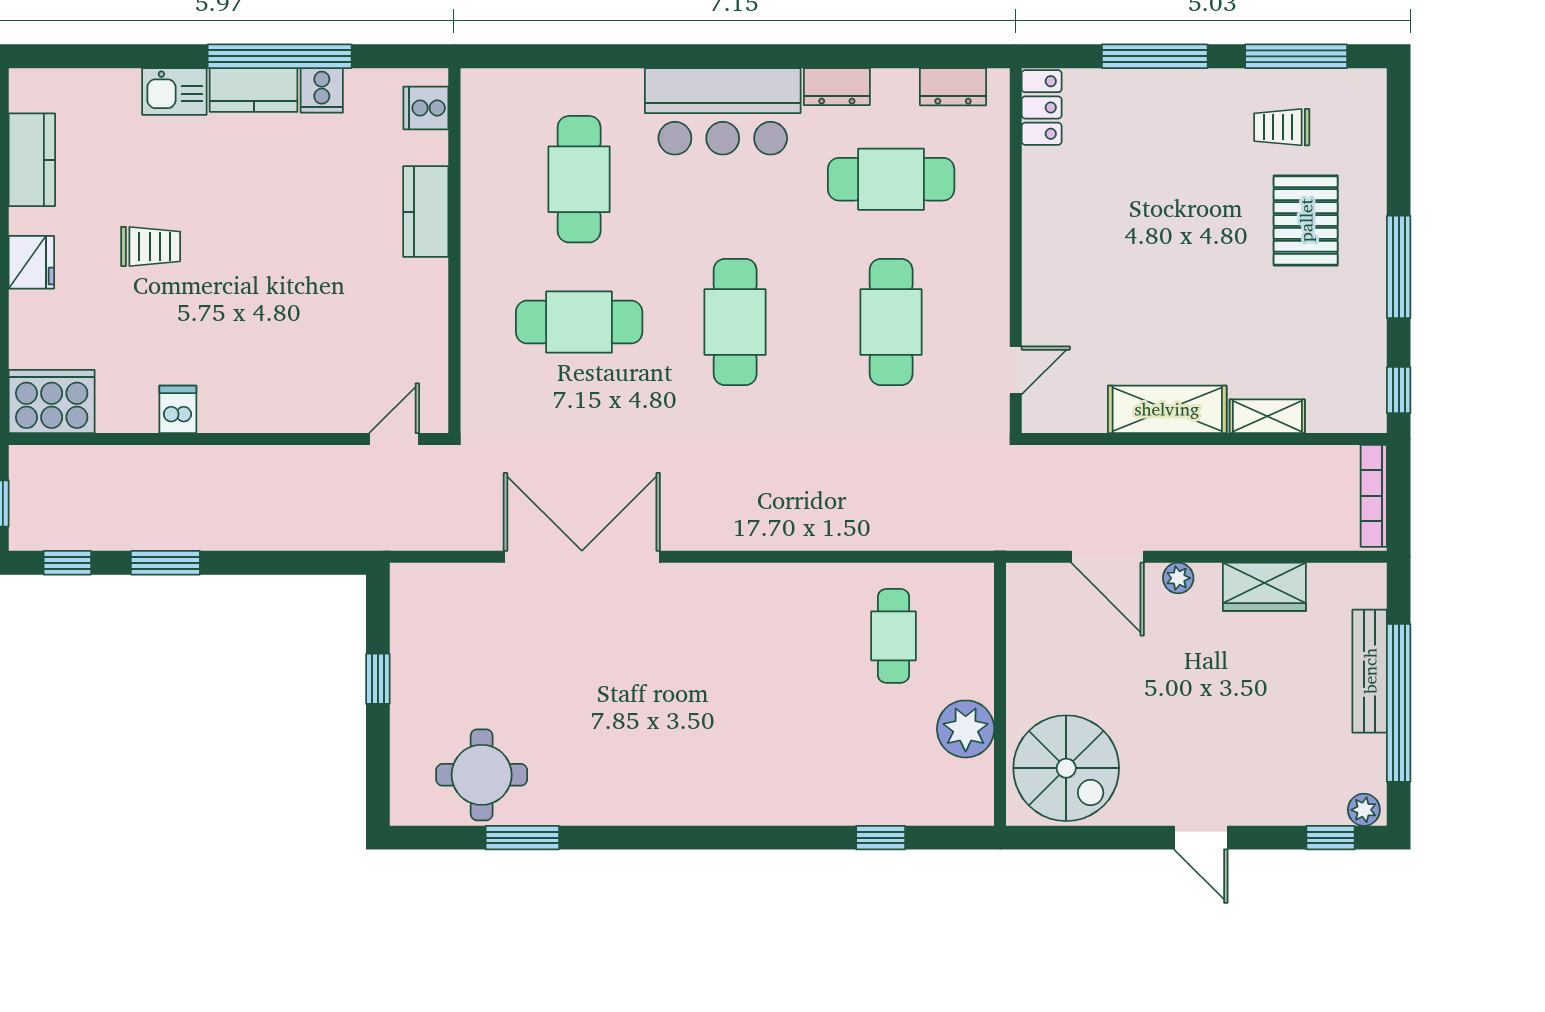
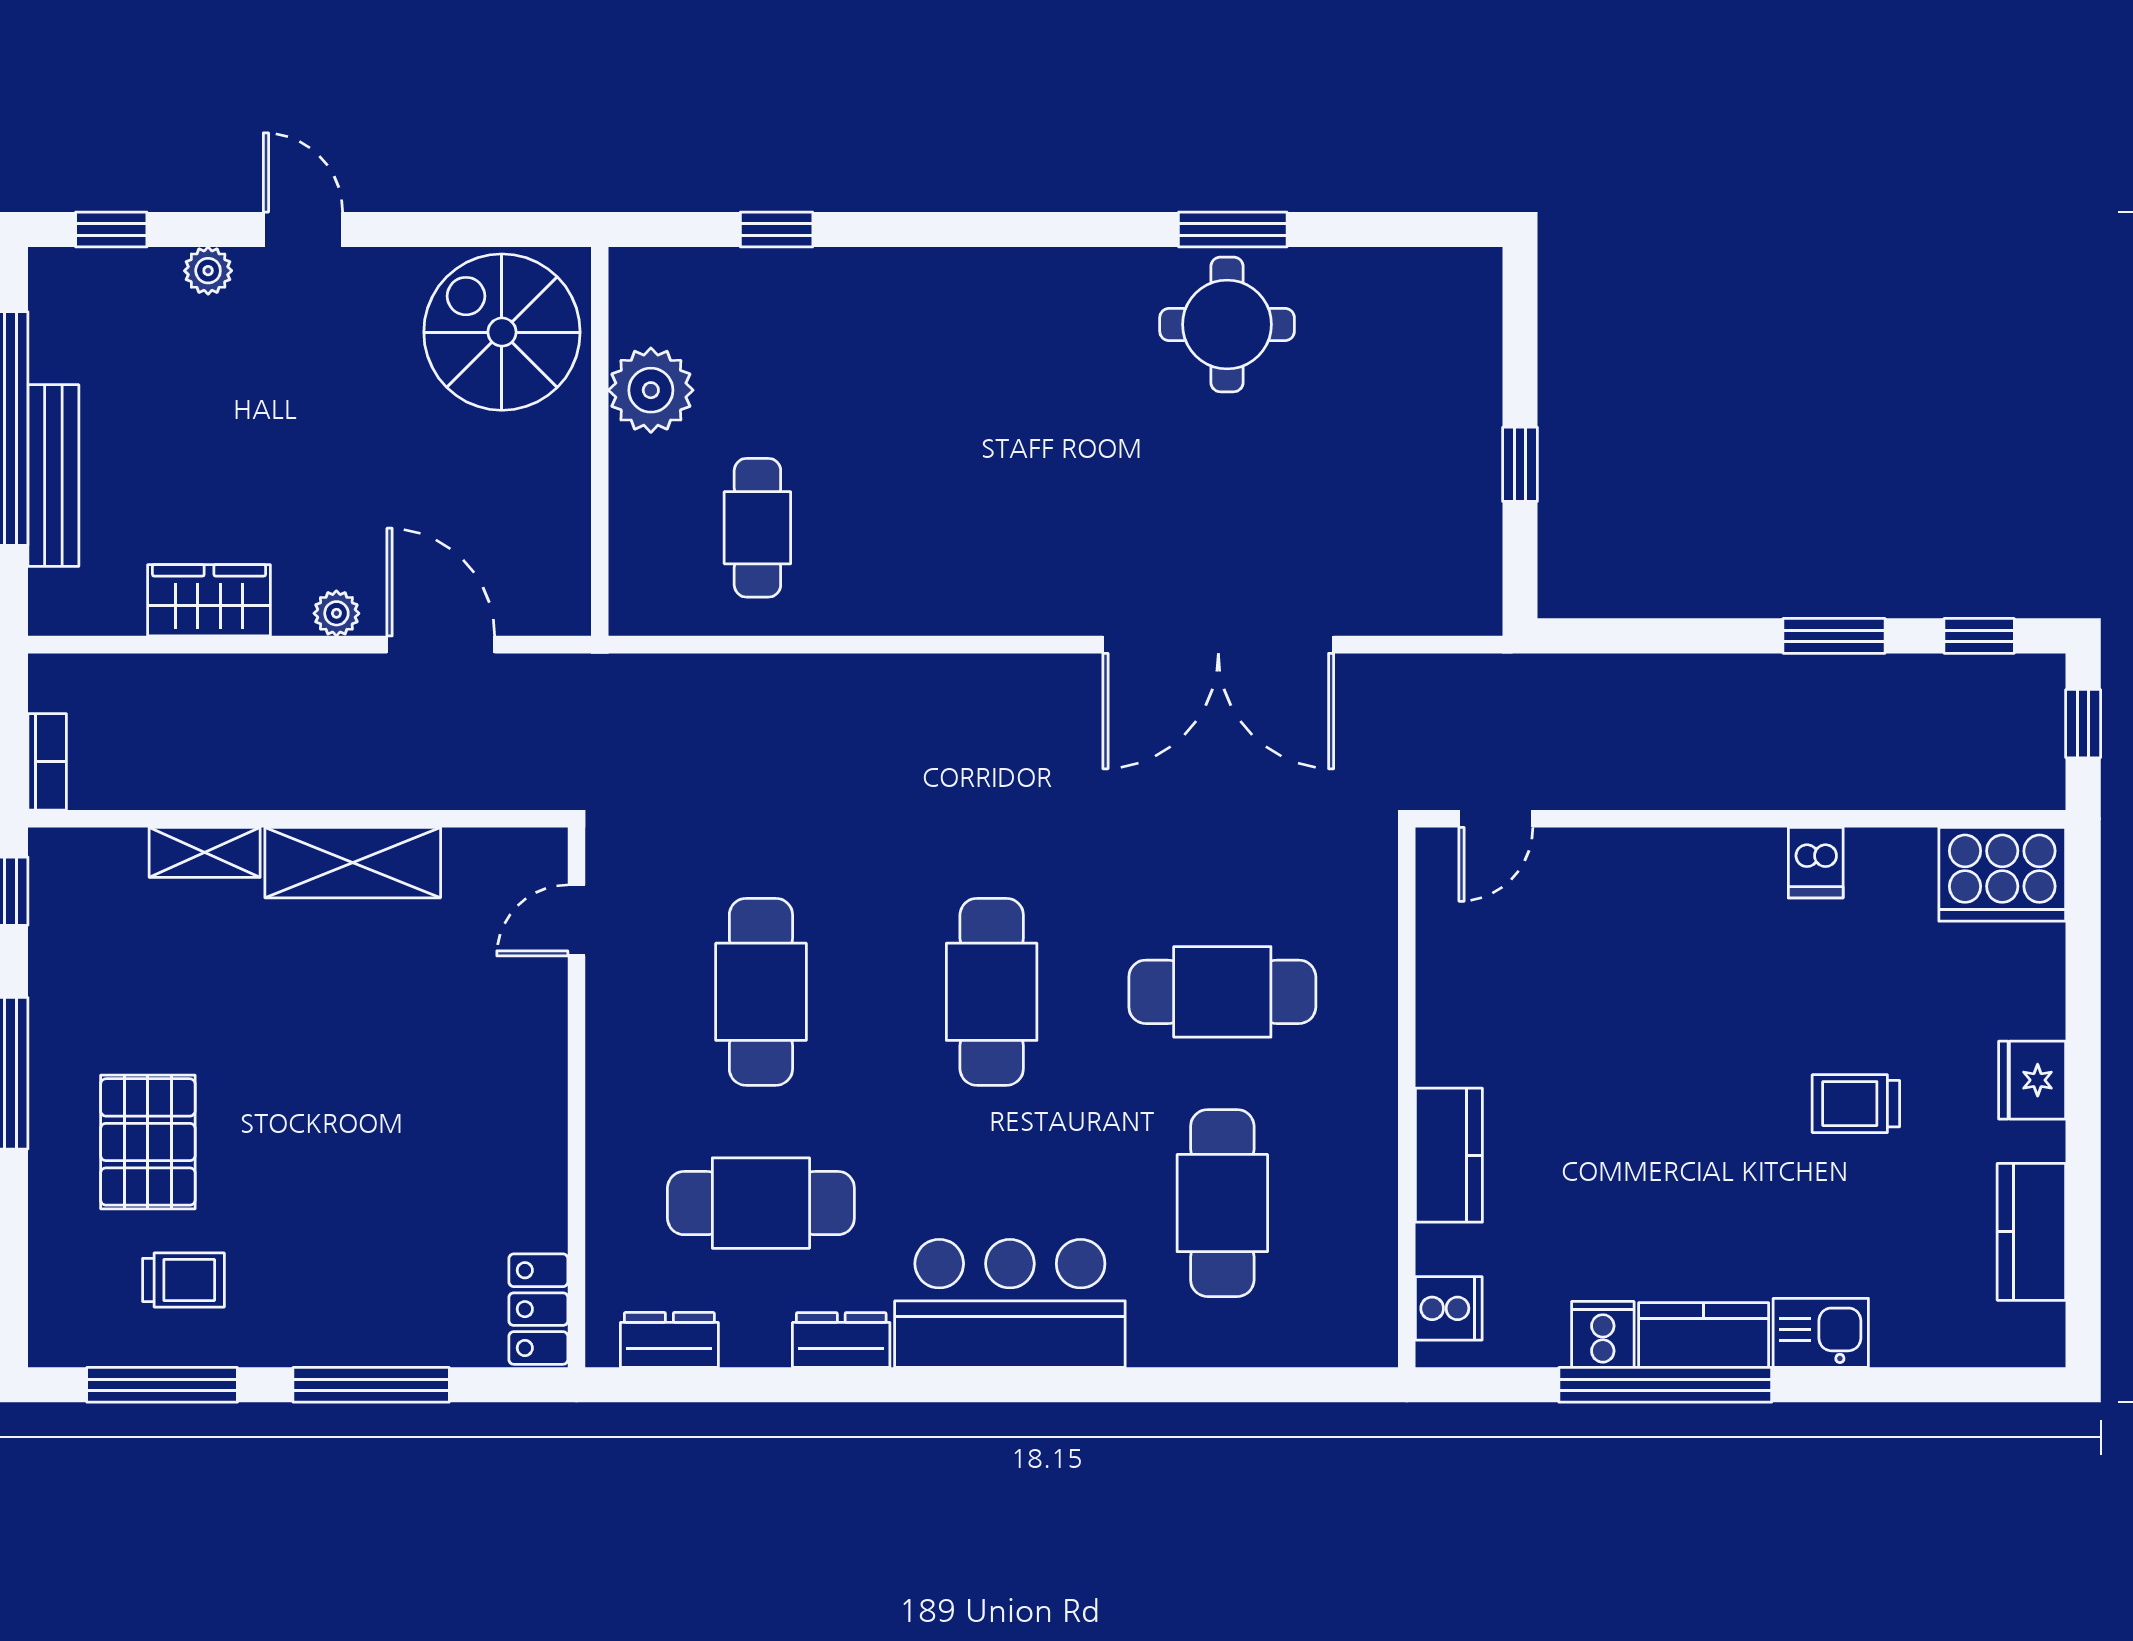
bookcase: (1374, 496) -> (47, 762), width x0.64
round table: (482, 775) -> (1227, 324), moved
plant: (1364, 810) -> (208, 271), moved
window: (522, 838) -> (1233, 230), moved

